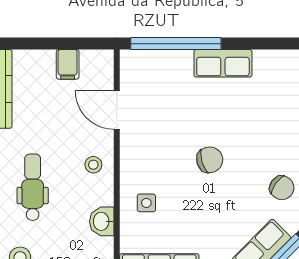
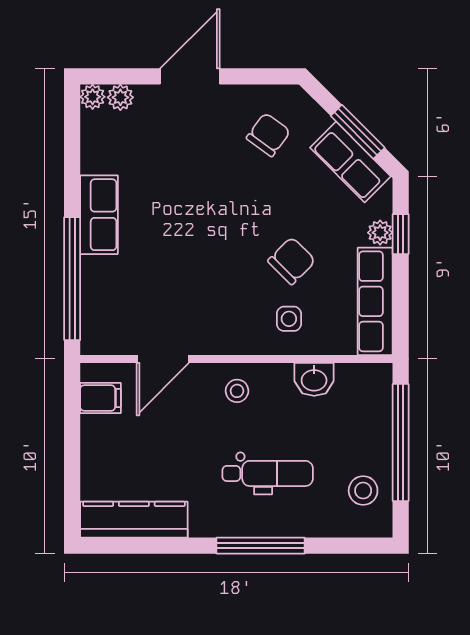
filing cabinet: (68, 64) -> (100, 398), moved
chair: (210, 160) -> (292, 261), moved, turned 62
dental chair: (33, 187) -> (268, 473), turned 180

